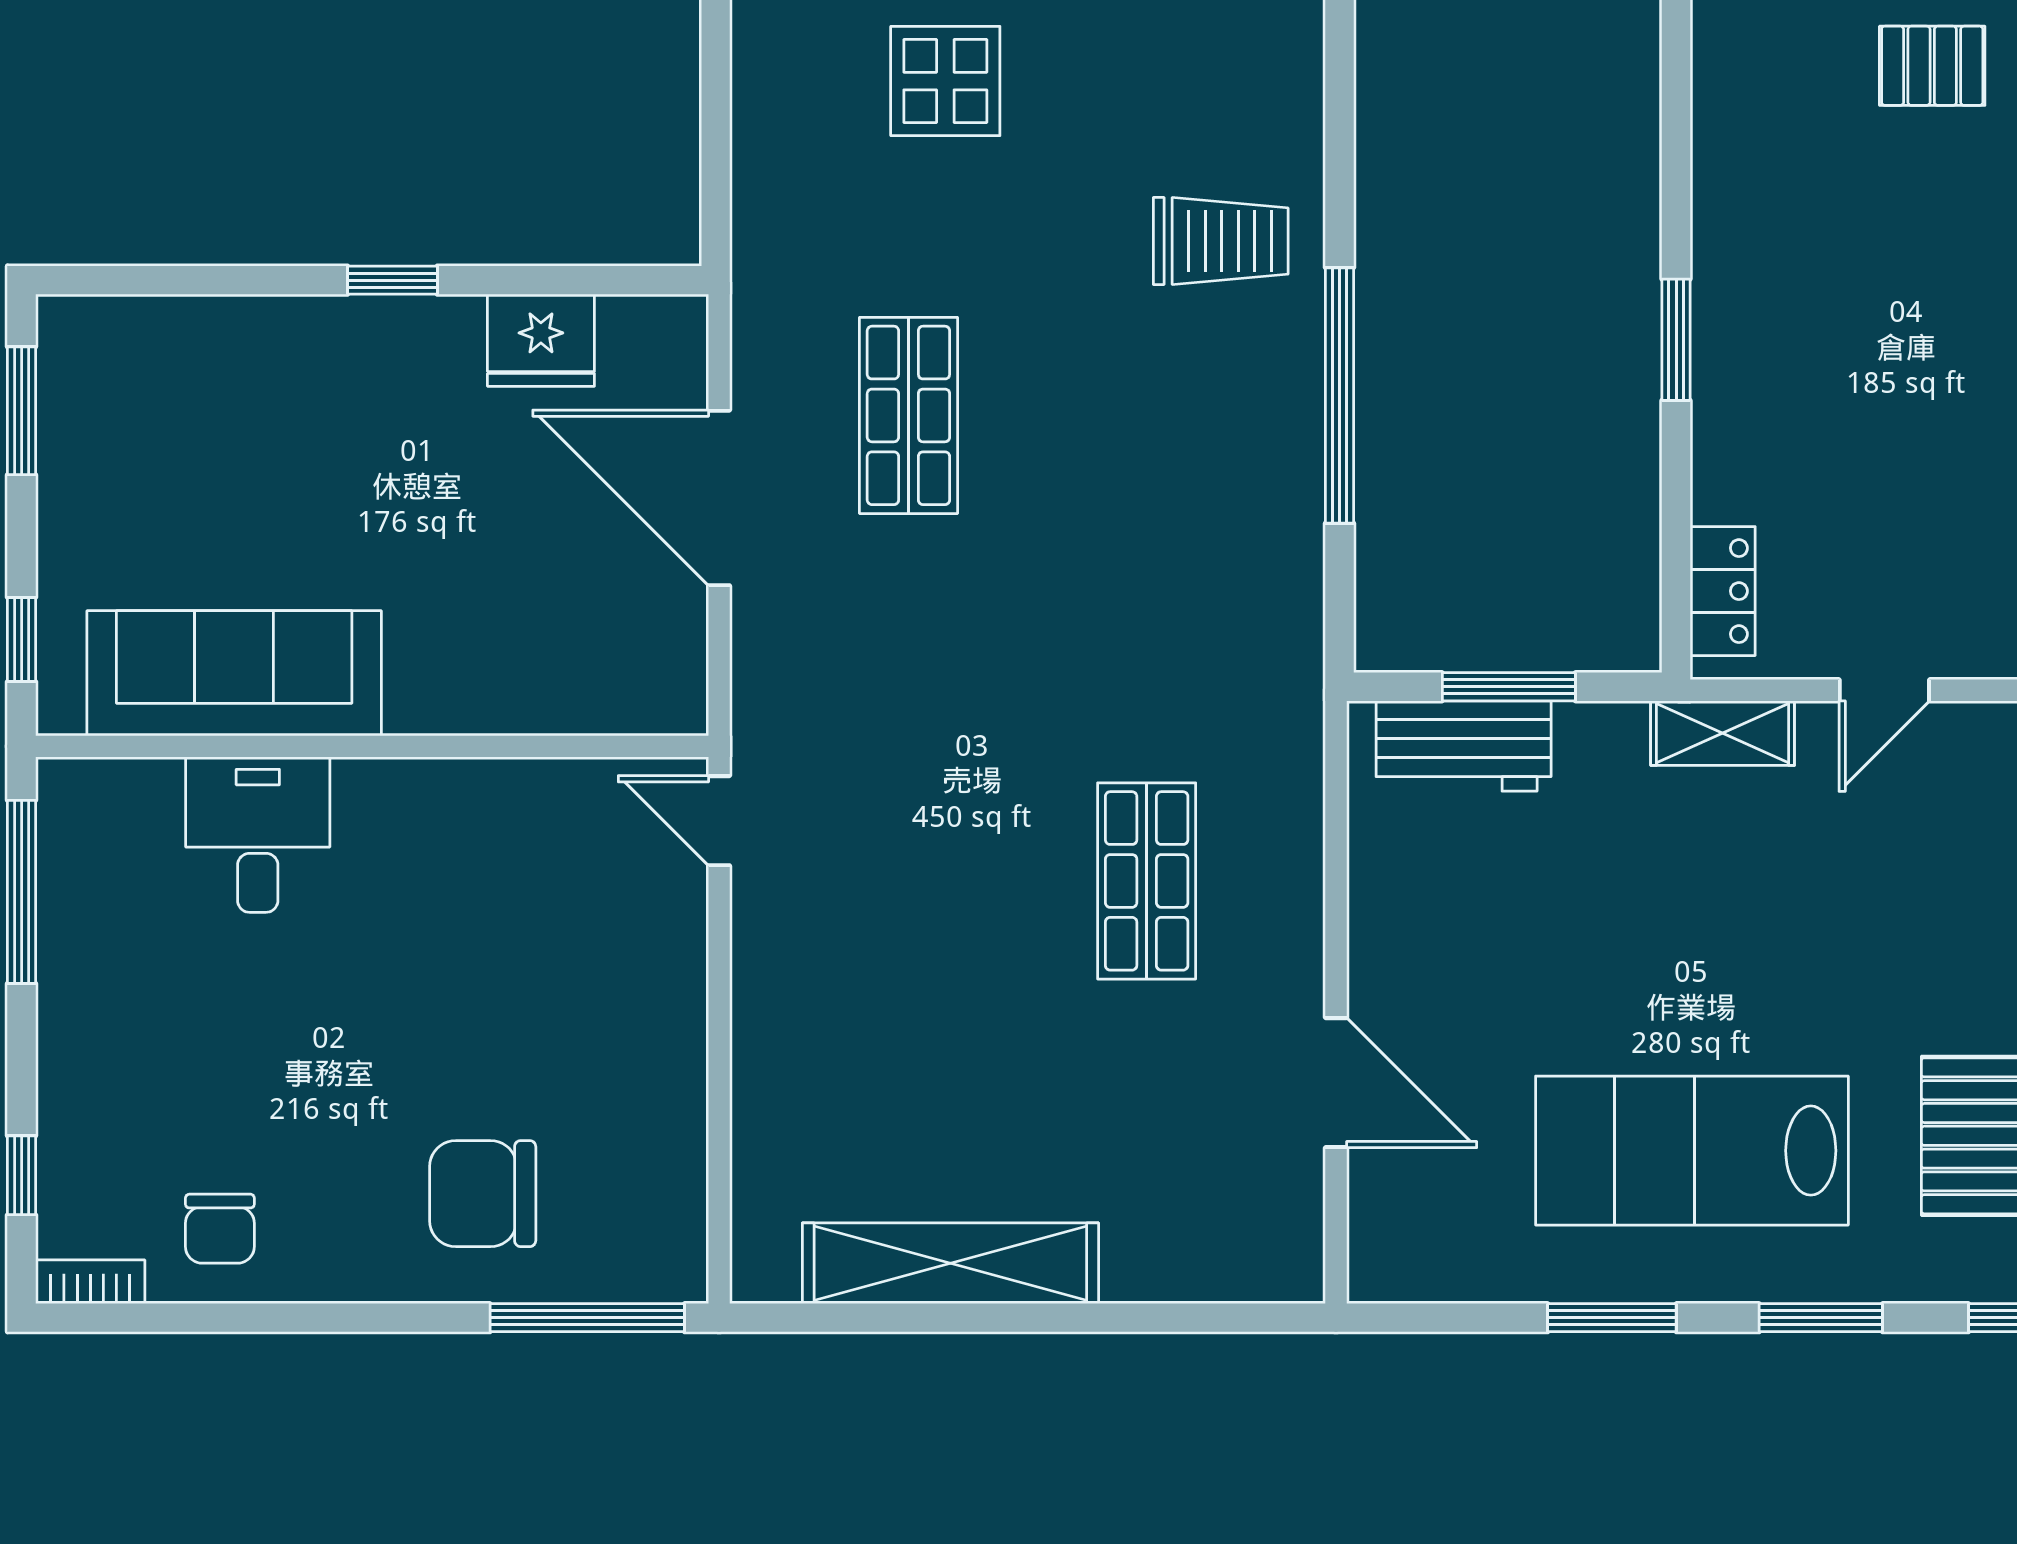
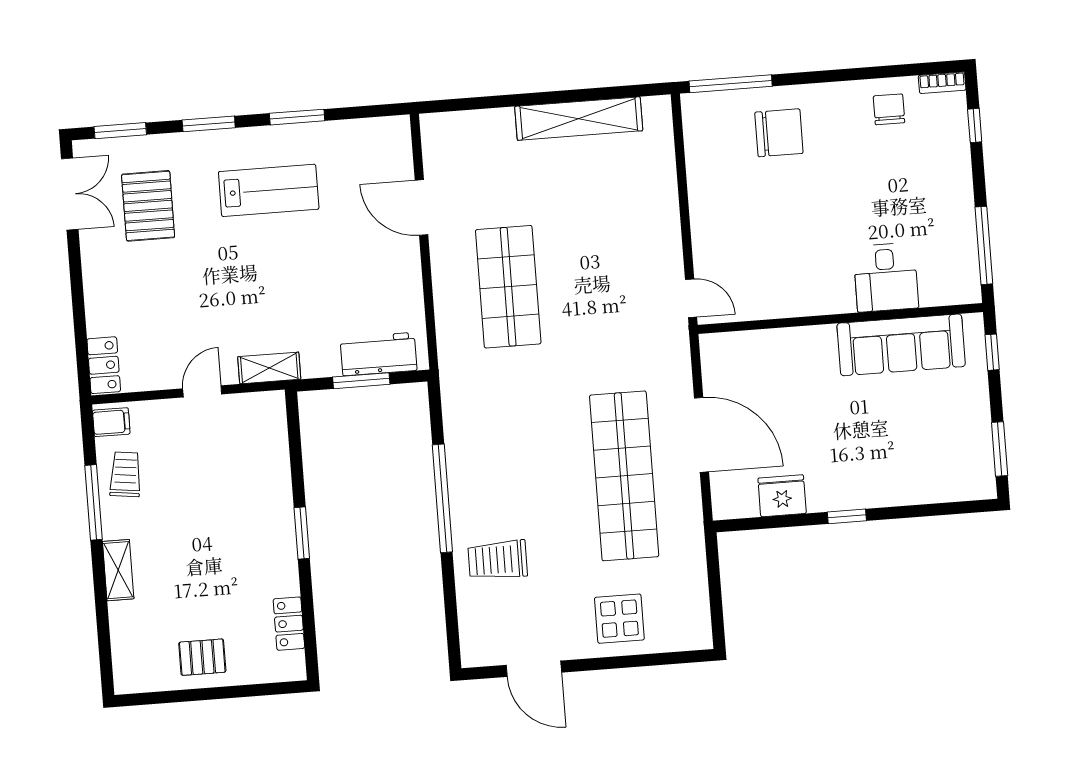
shop shelf: (908, 415) -> (624, 476), width x2.00, depth x1.36
locker: (1723, 591) -> (289, 624), moved
shop shelf: (1147, 881) -> (508, 287), width x1.43, depth x1.36
lab bench: (1692, 1151) -> (269, 190), width x0.73, depth x0.72

